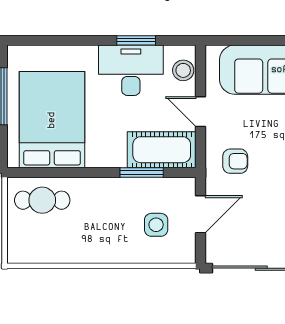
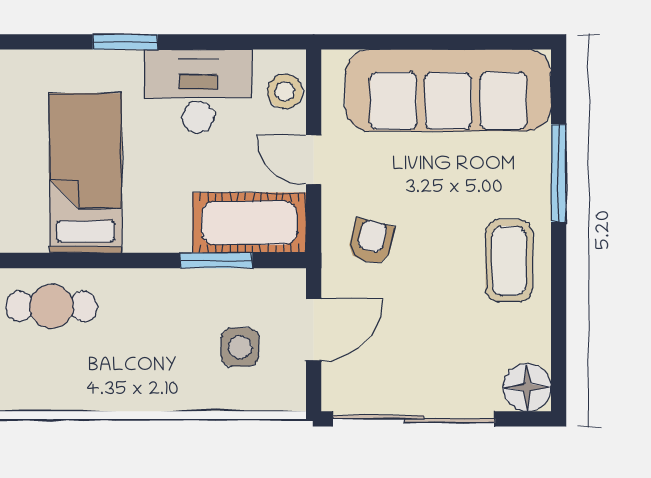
window: (136, 40) -> (125, 42), moved
bed: (52, 120) -> (86, 173), width x0.67
armchair: (235, 161) -> (371, 242), turned -76

